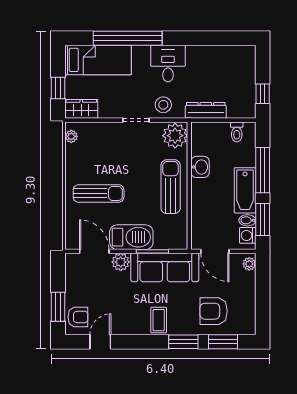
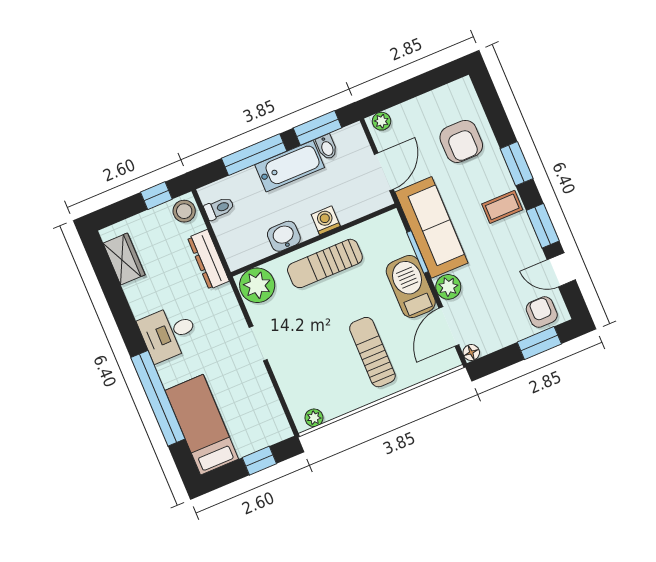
stool: (163, 105) -> (184, 211), moved
wardrobe: (81, 109) -> (124, 259), moved, turned 180
washing machine: (248, 235) -> (326, 220), moved, turned 180
floor lamp: (71, 259) -> (471, 353), added
window: (223, 342) -> (543, 226), moved

